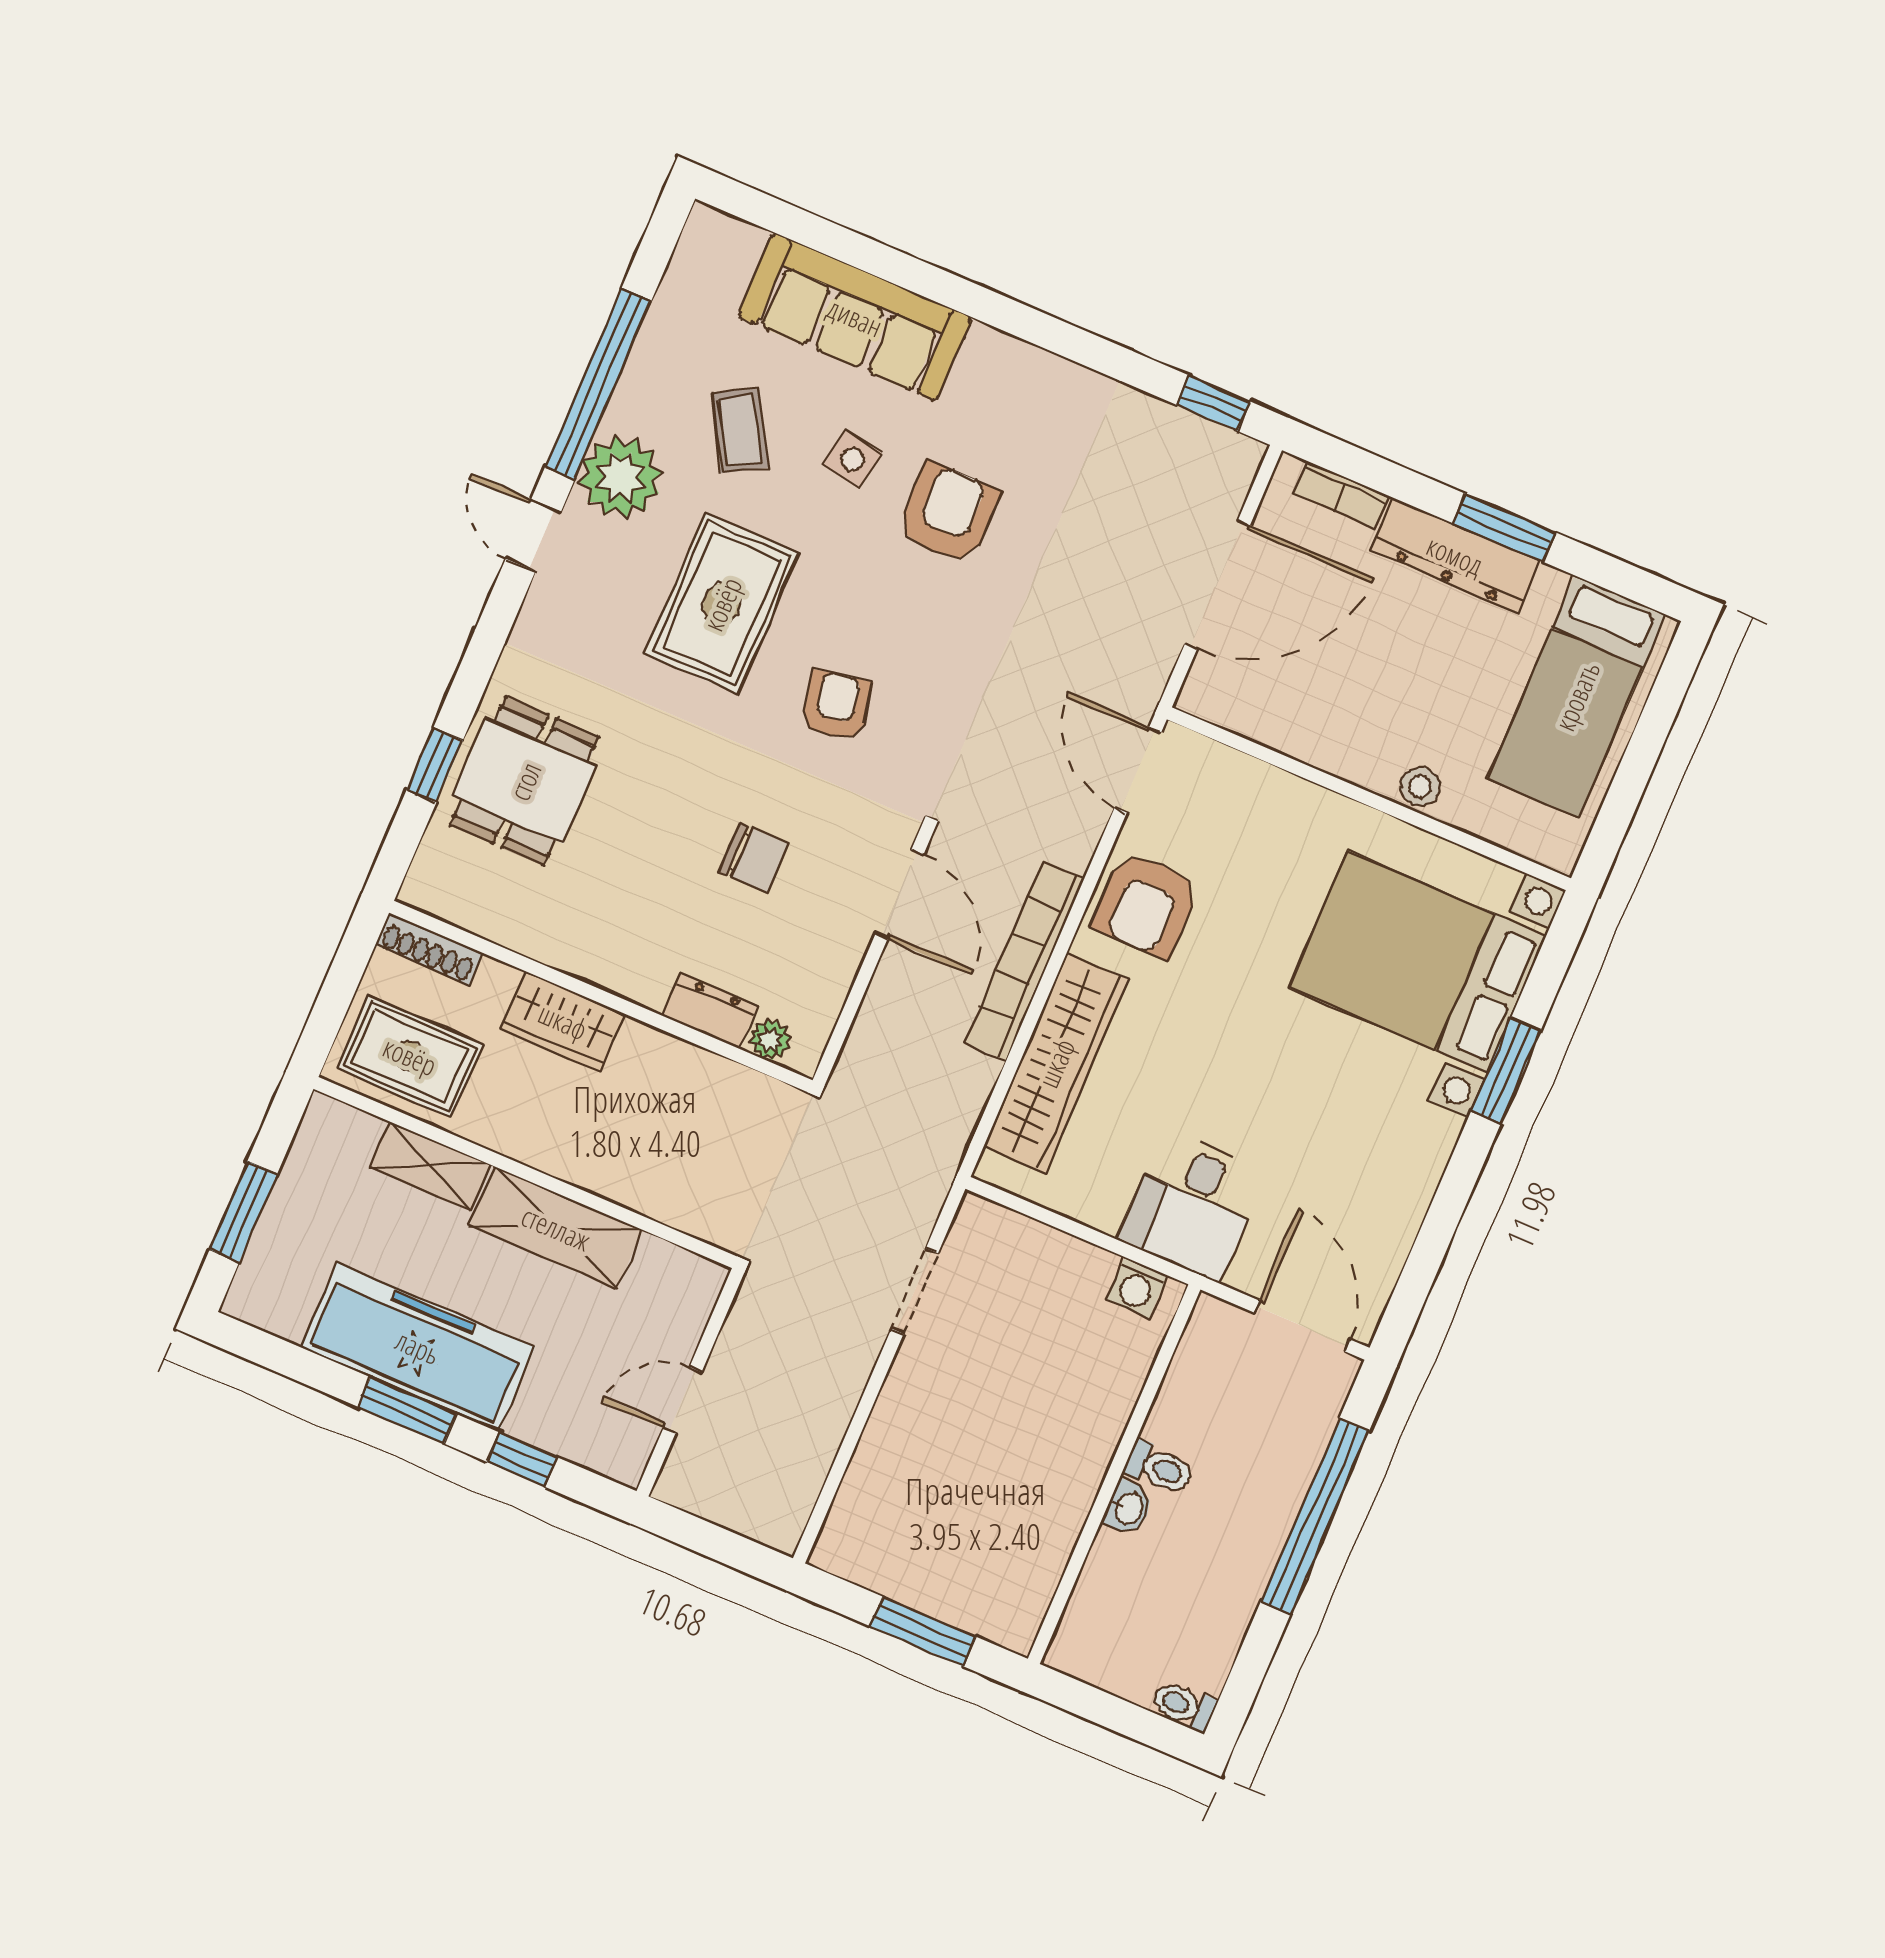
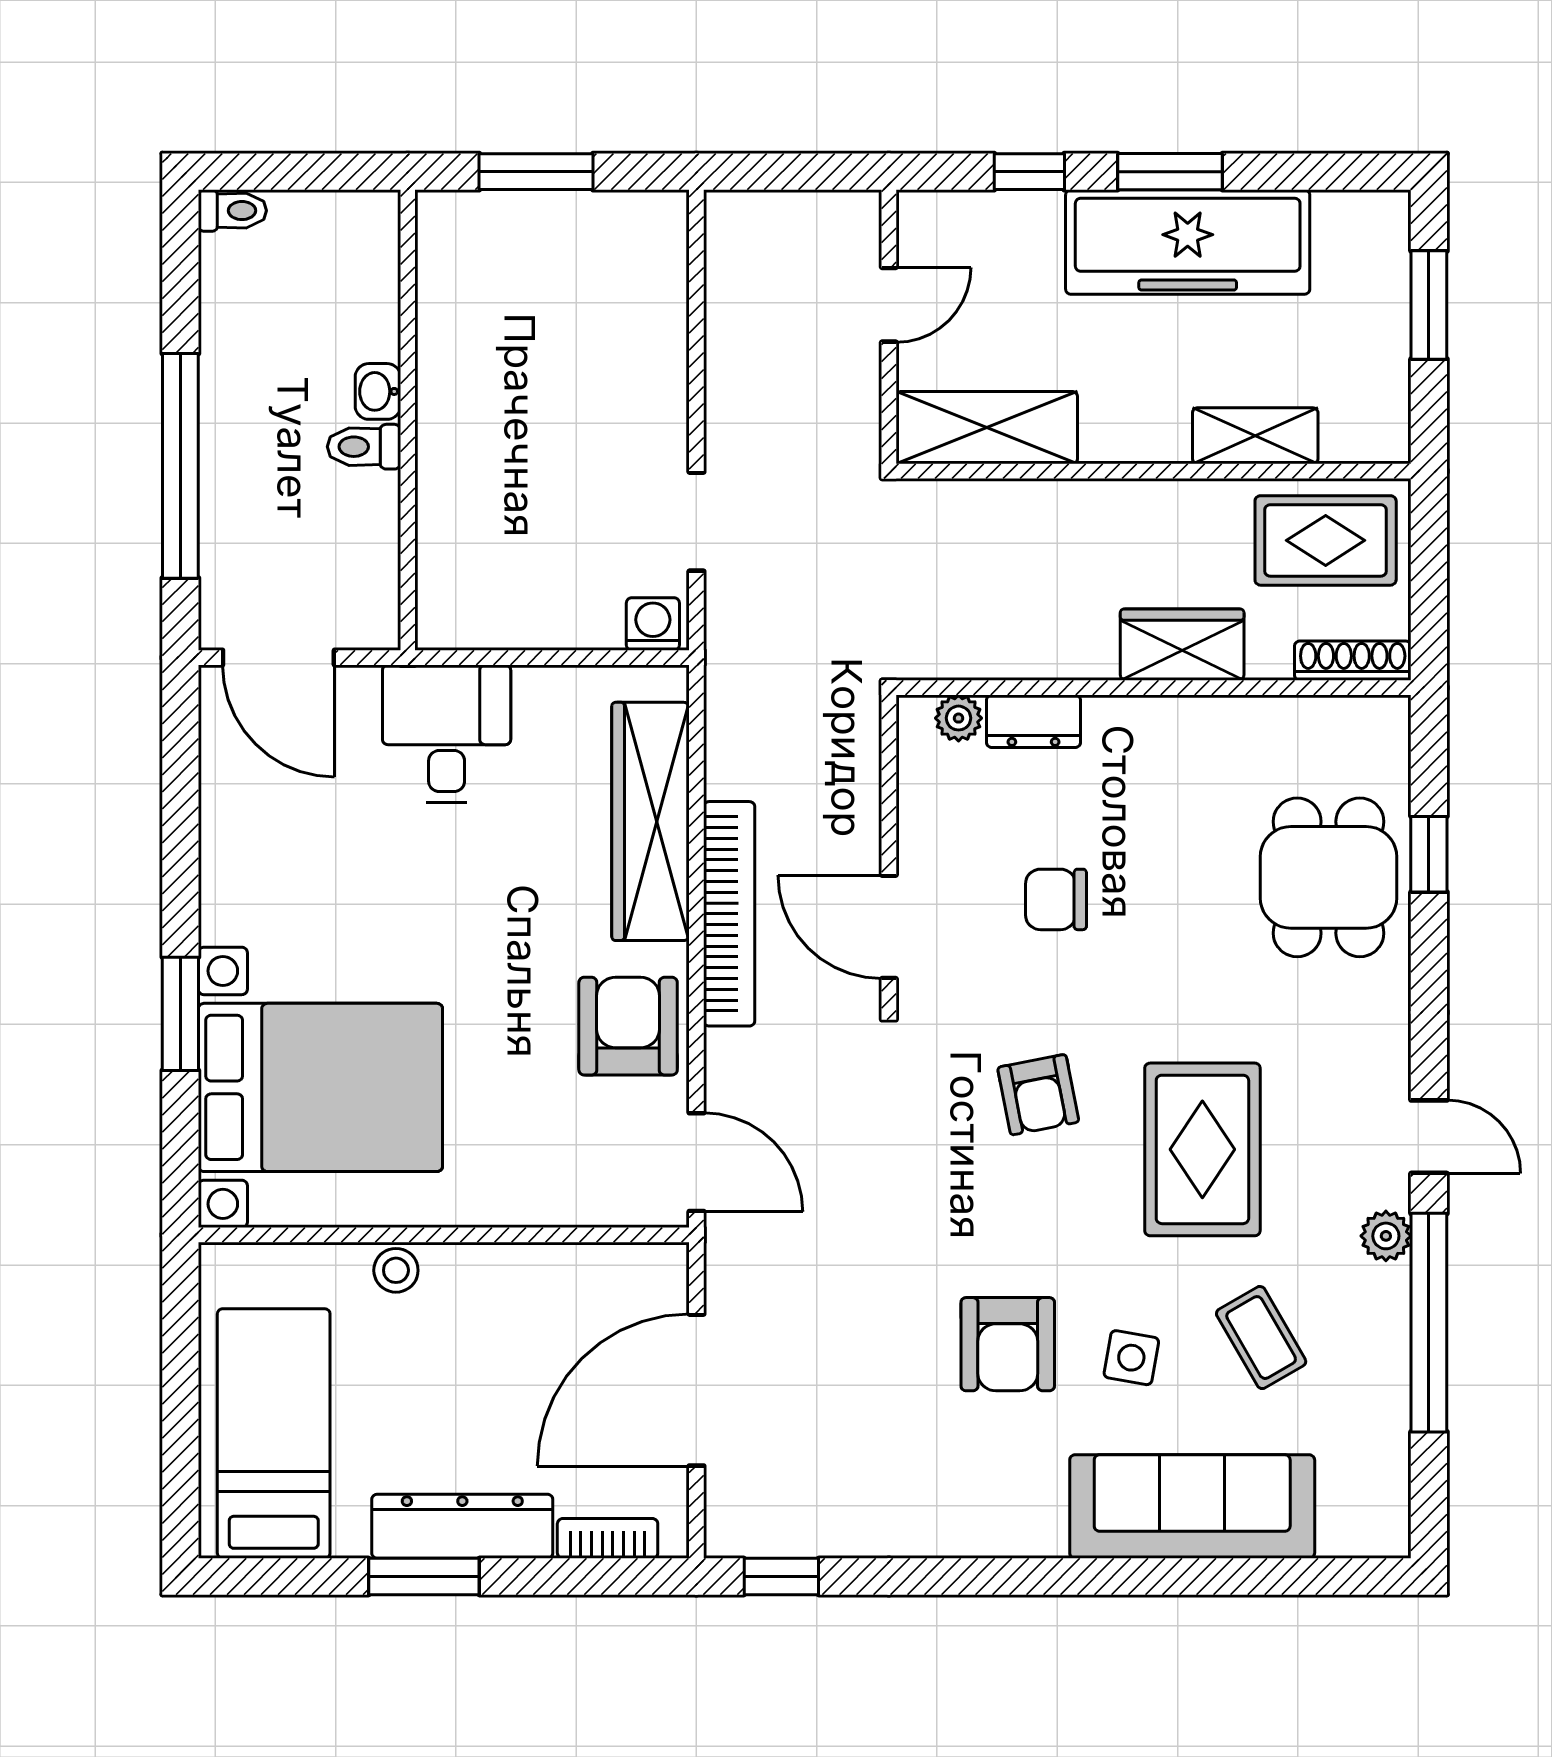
plant: (621, 477) -> (1386, 1236), width x0.53, depth x0.53
shelving: (556, 1228) -> (987, 428), moved
washing machine: (1137, 1288) -> (653, 624), moved

